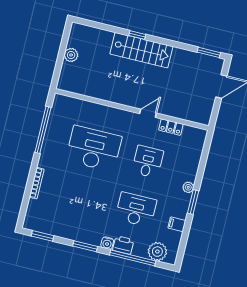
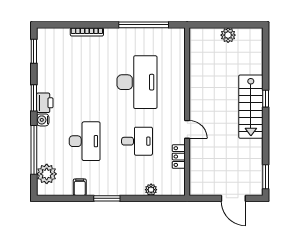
plant: (188, 187) -> (151, 190), moved
printer: (123, 245) -> (45, 103), moved

